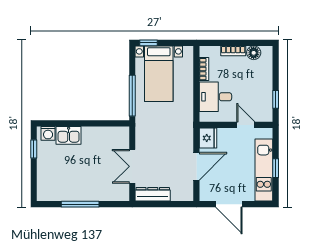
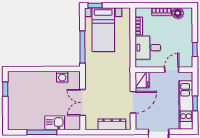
door: (246, 125) -> (172, 70), hinge flipped
washing machine: (48, 133) -> (62, 77), moved
kitchen sink: (69, 135) -> (55, 123), moved, turned 180
dresser: (153, 194) -> (112, 124), moved

